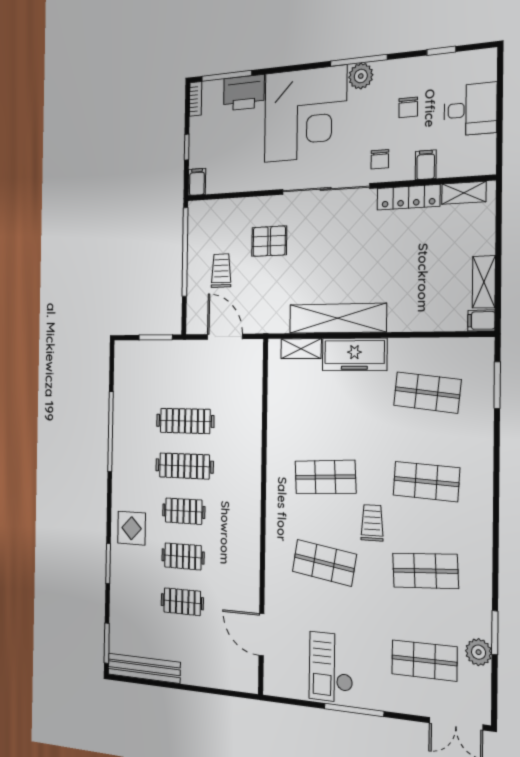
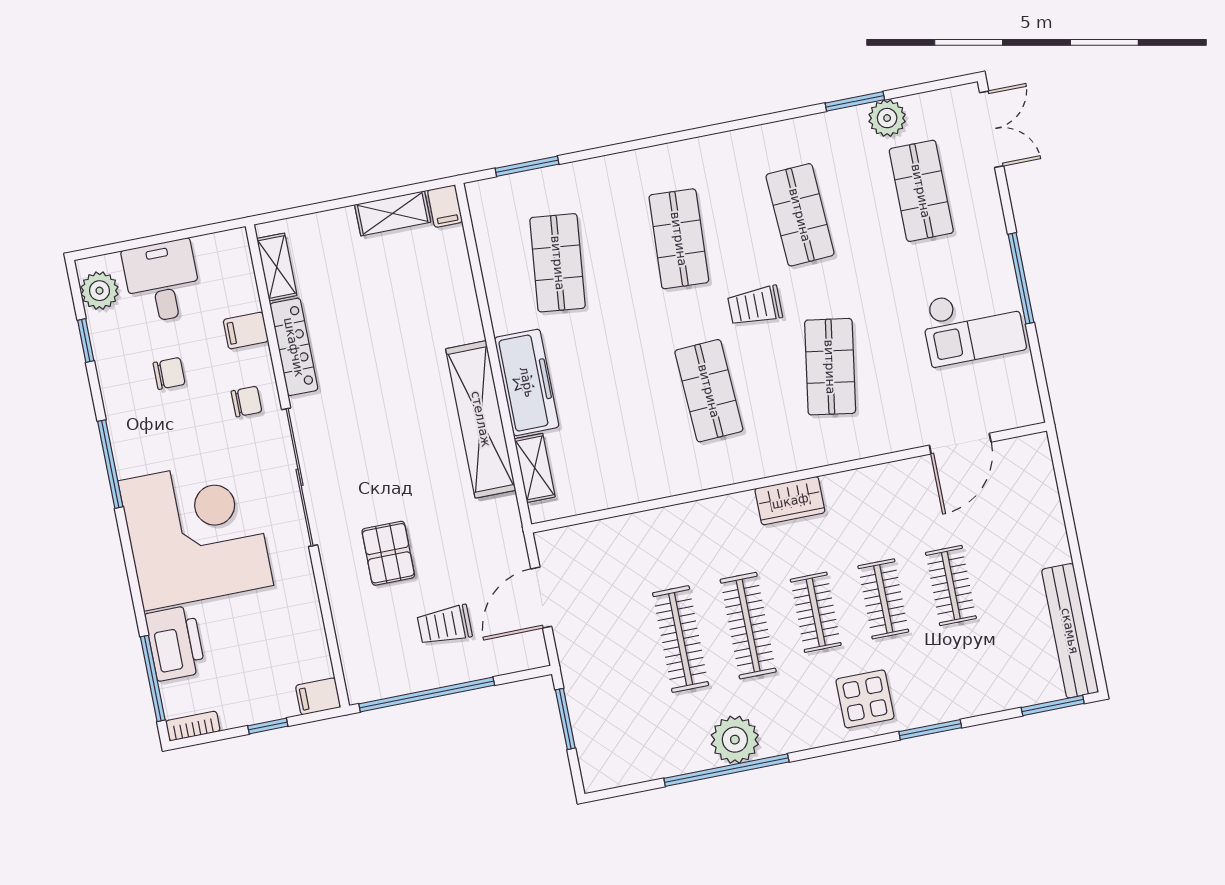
plant: (361, 76) -> (99, 291), moved
plant: (125, 441) -> (735, 740), added
wardrobe: (250, 513) -> (790, 501), added

